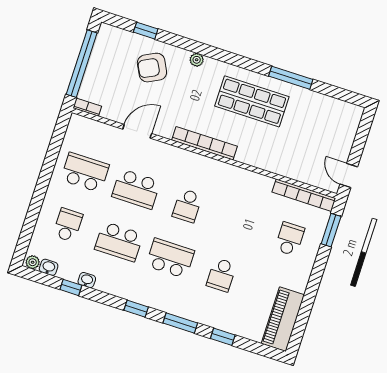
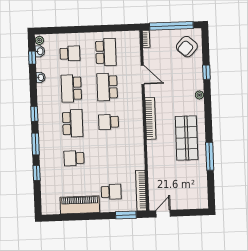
window: (146, 31) -> (206, 72), moved
armchair: (152, 68) -> (187, 47), moved, turned -110
window: (71, 287) -> (32, 58), moved
piano: (283, 319) -> (80, 205), moved

